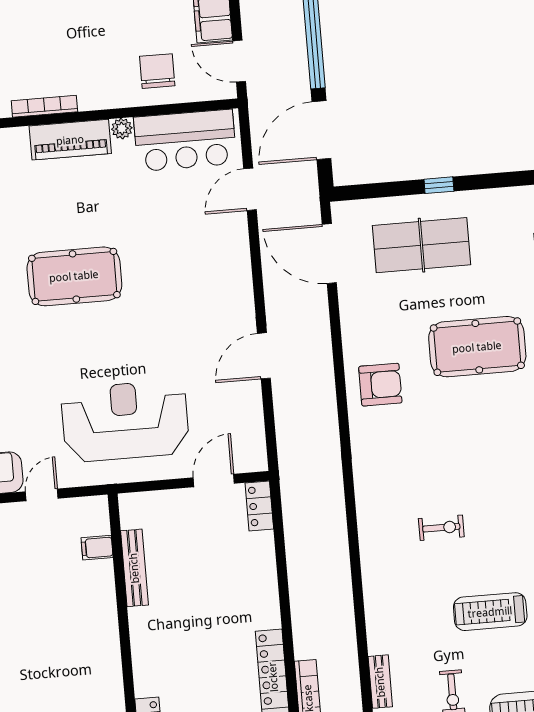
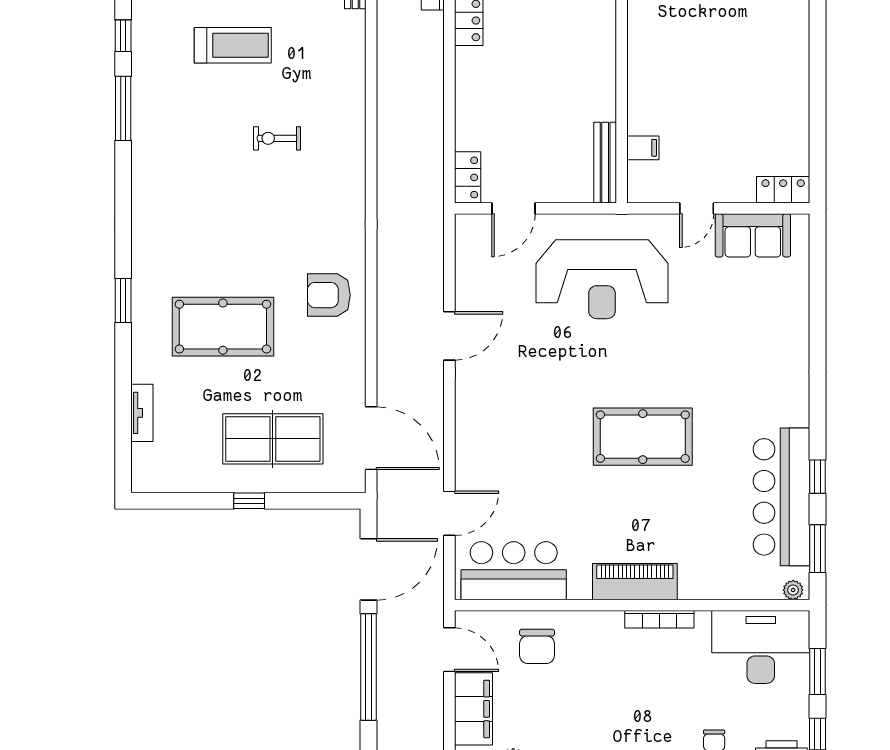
plant: (122, 129) -> (579, 589), removed
bench: (134, 568) -> (605, 163), moved

